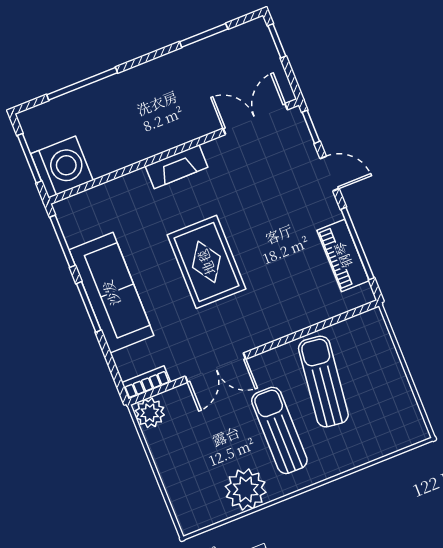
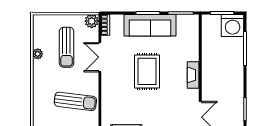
washing machine: (62, 167) -> (233, 25), moved
rug: (206, 262) -> (147, 71), turned 90
sun lounger: (279, 430) -> (67, 47), moved, turned 90
plant: (246, 489) -> (38, 54), width x0.53, depth x0.53

